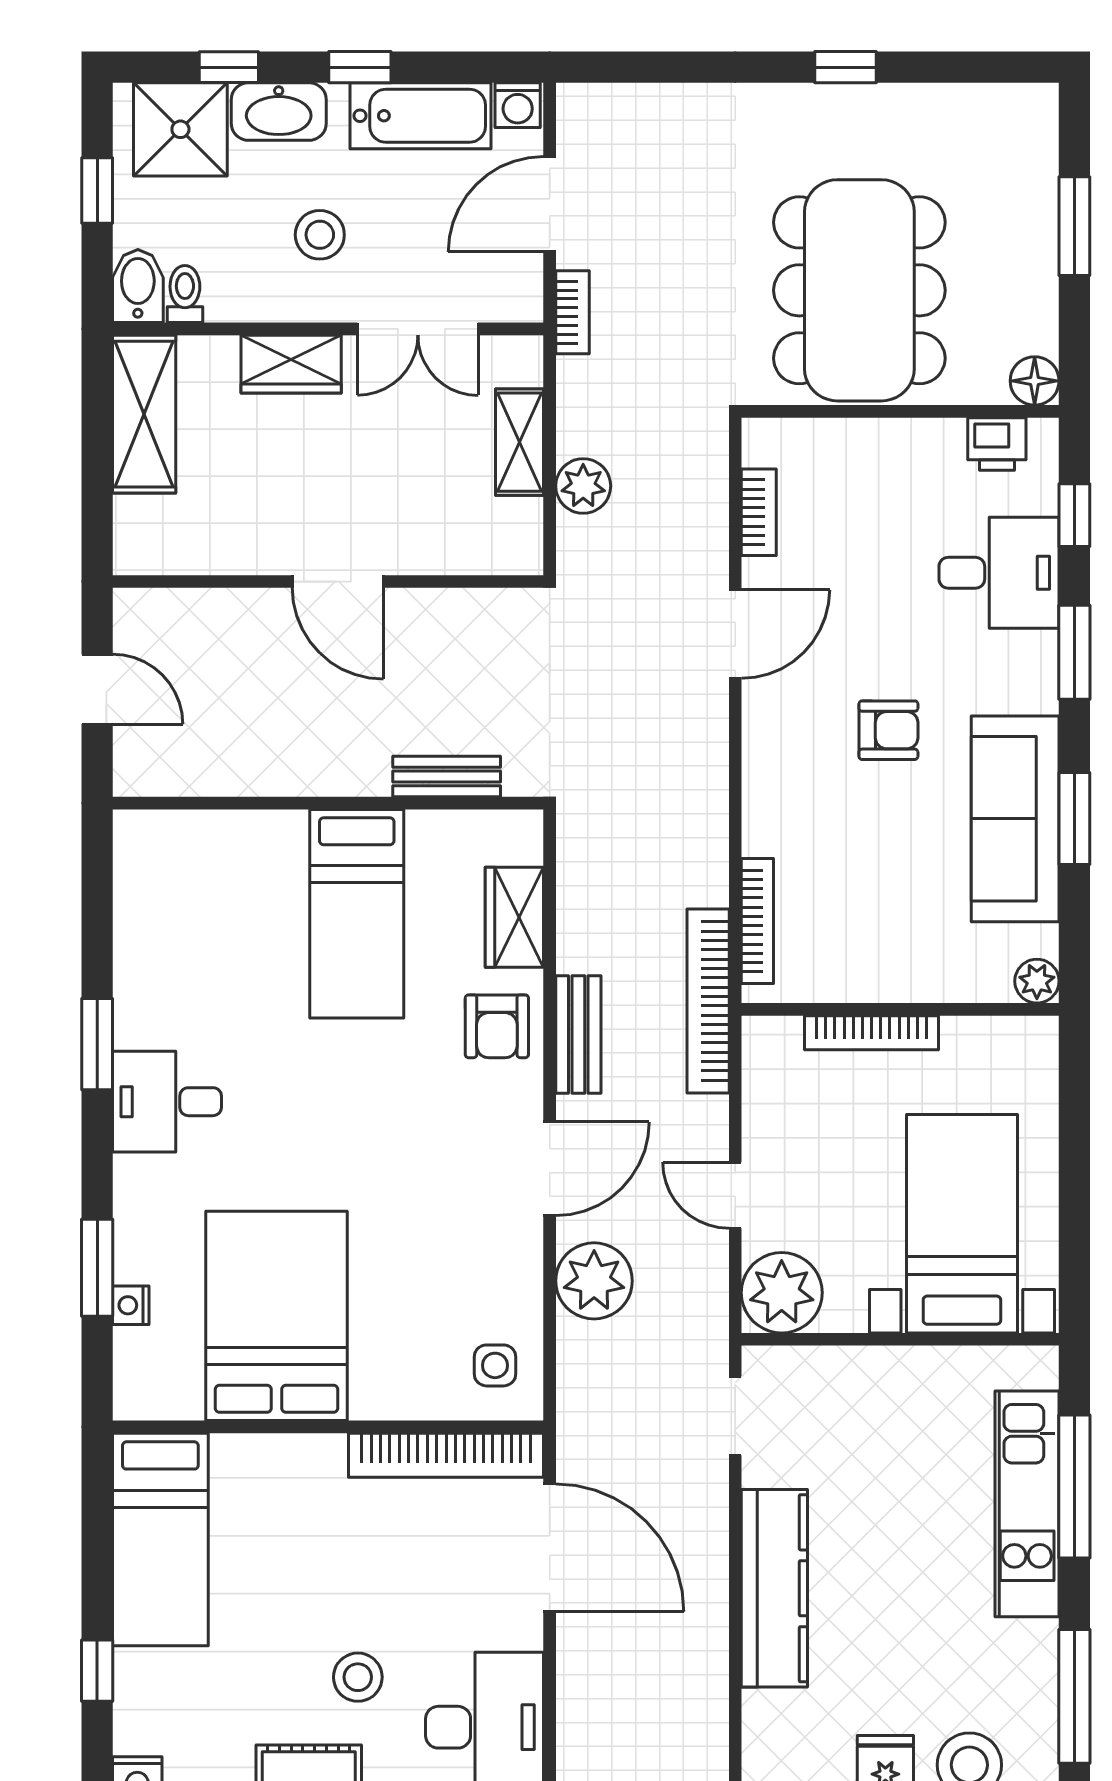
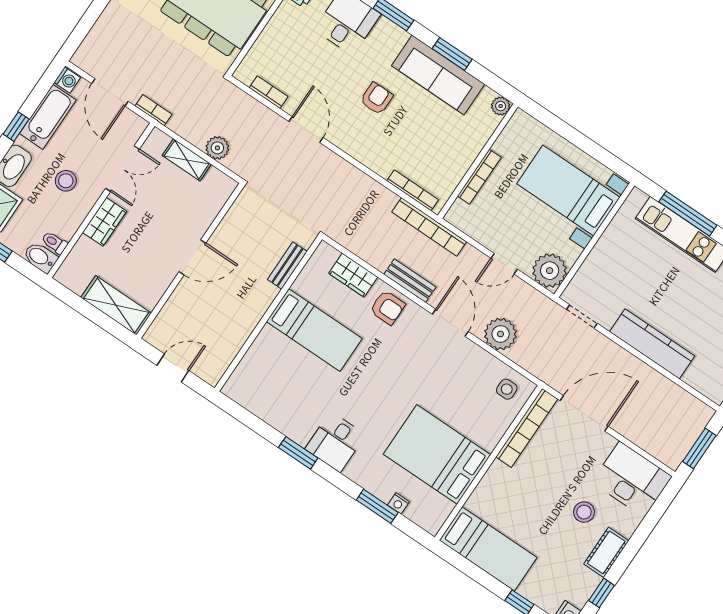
shelving: (144, 414) -> (116, 305), moved

